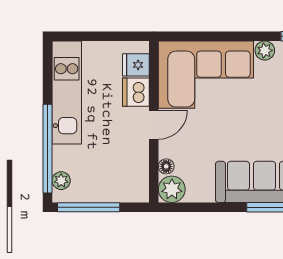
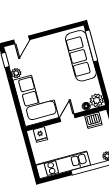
dishwasher: (136, 92) -> (93, 120), moved
door: (154, 125) -> (67, 118), hinge flipped

